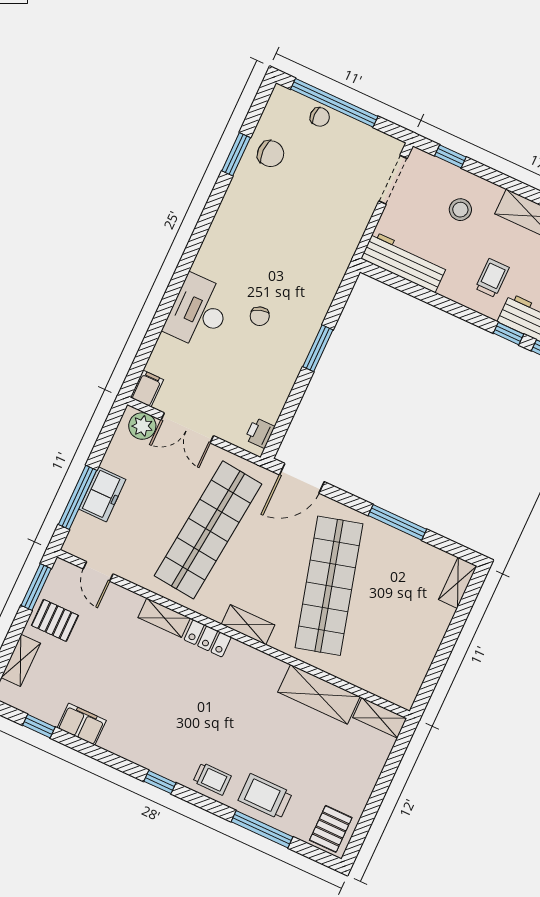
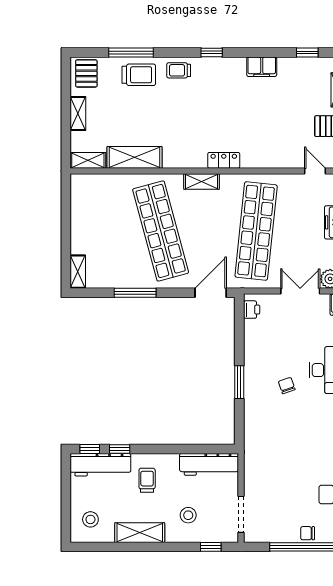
trolley: (492, 278) -> (147, 480), turned 180
shelving: (164, 618) -> (78, 114), moved, turned 90
filing cabinet: (82, 724) -> (262, 67), moved

